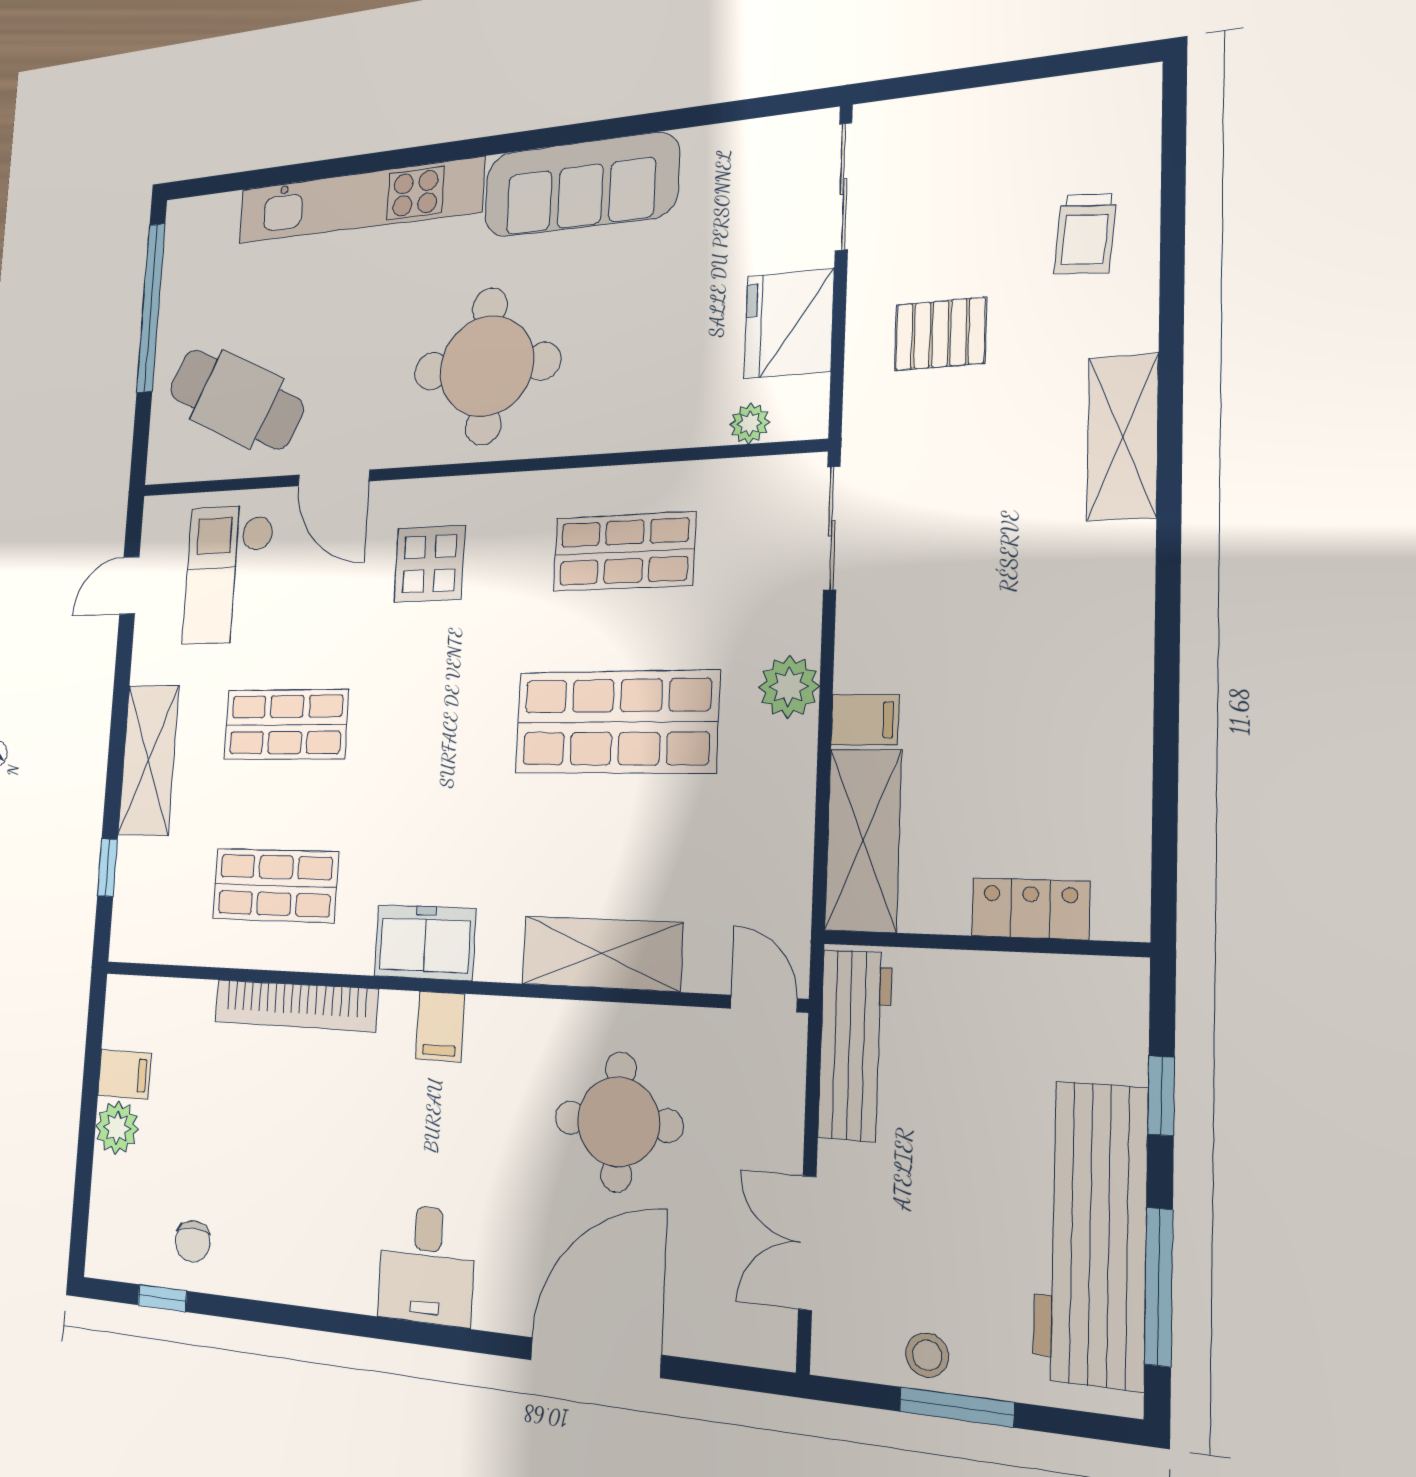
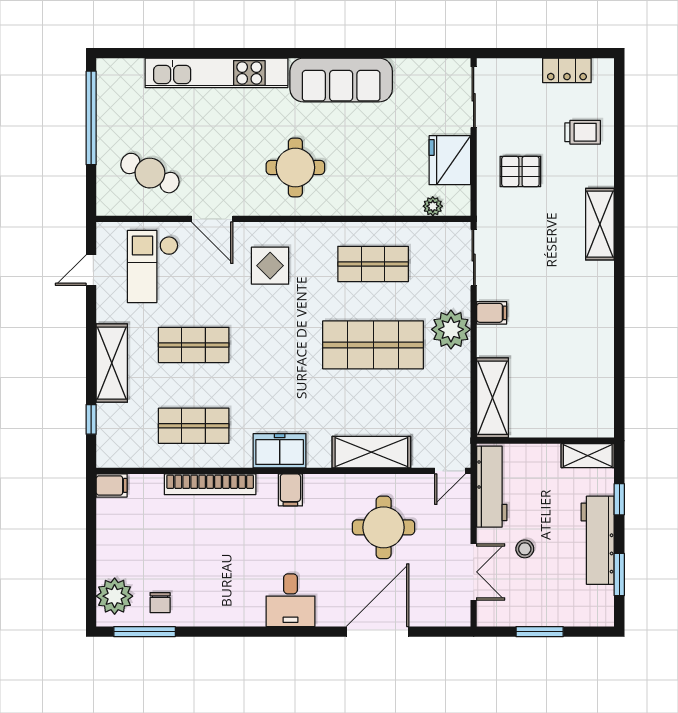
trolley: (1085, 234) -> (583, 132), turned -95
round table: (487, 366) -> (295, 167), width x0.73, depth x0.73
cafe table: (236, 399) -> (150, 173), width x0.73, depth x0.74
plant: (789, 687) -> (451, 329), width x1.36, depth x1.36
filing cabinet: (865, 720) -> (492, 313), moved
locker: (1030, 909) -> (567, 70), moved, turned 180
shelving: (1083, 984) -> (588, 456), added
door: (764, 1003) -> (450, 471), swing flipped
filing cabinet: (124, 1074) -> (112, 485), moved
plant: (117, 1128) -> (115, 596), moved, width x1.36, depth x1.36
workbench: (1090, 1233) -> (598, 540), width x0.73, depth x0.76
double door: (807, 1243) -> (474, 572), swing flipped
window: (1159, 1287) -> (619, 574), width x0.69
window: (162, 1298) -> (145, 632), width x2.17
stool: (927, 1355) -> (525, 549), moved

